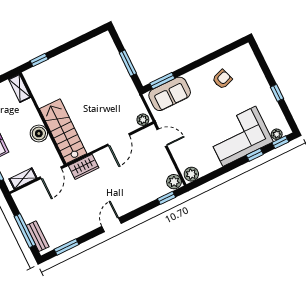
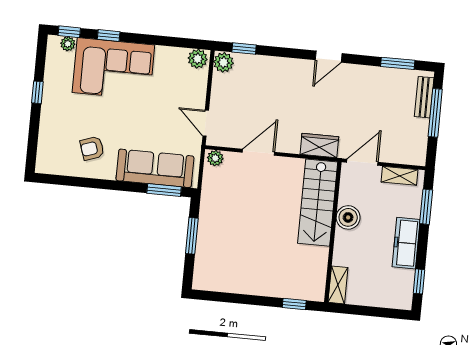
sofa: (170, 94) -> (155, 168), width x1.36

